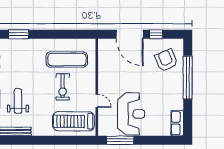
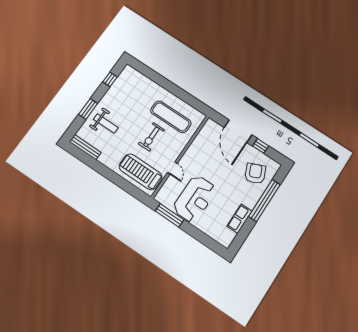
window: (19, 34) -> (145, 70), removed
weight bench: (18, 101) -> (106, 123), turned 90
row of seats: (177, 123) -> (240, 219), moved

